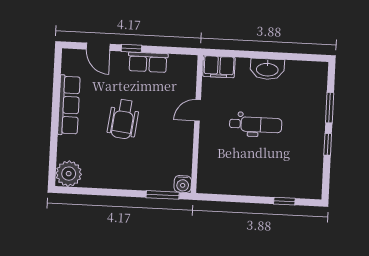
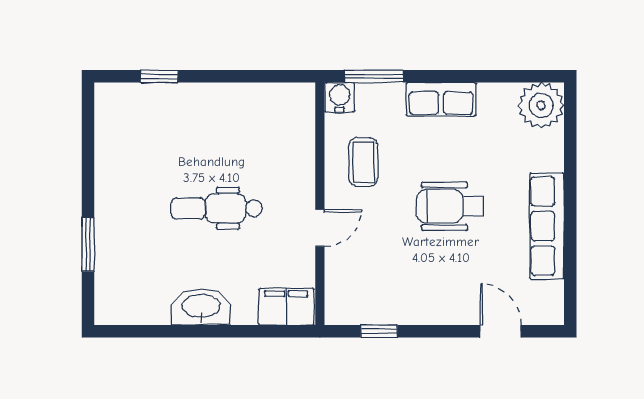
window: (131, 48) -> (379, 331), moved
row of seats: (148, 62) -> (441, 99), moved, turned 180
wheelchair: (123, 119) -> (450, 206), turned -97
window: (328, 144) -> (88, 180), removed
coffee table: (171, 147) -> (363, 162), added

